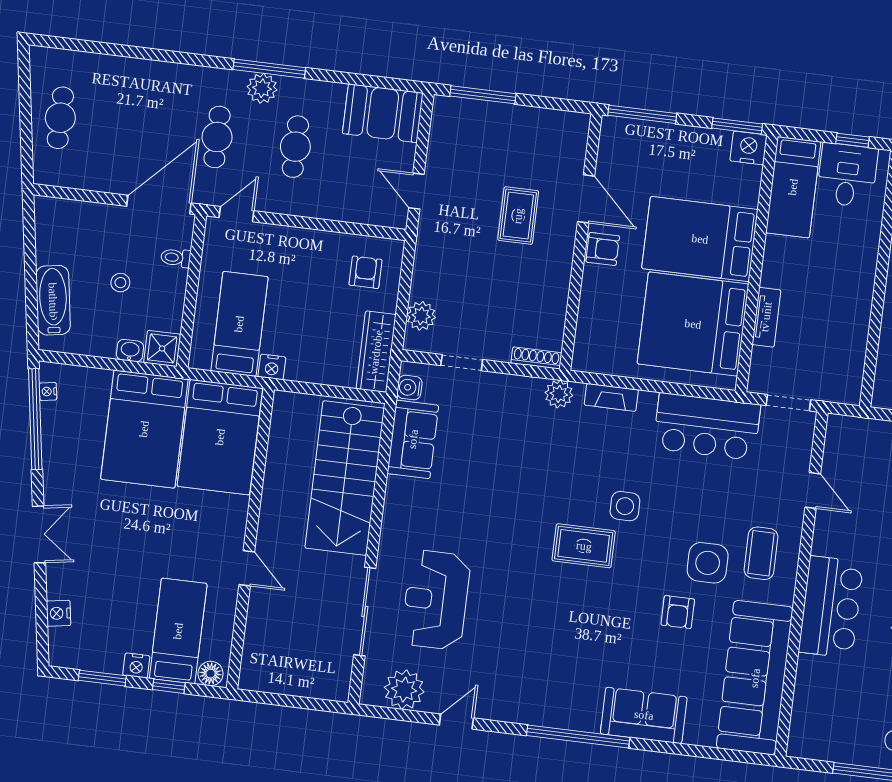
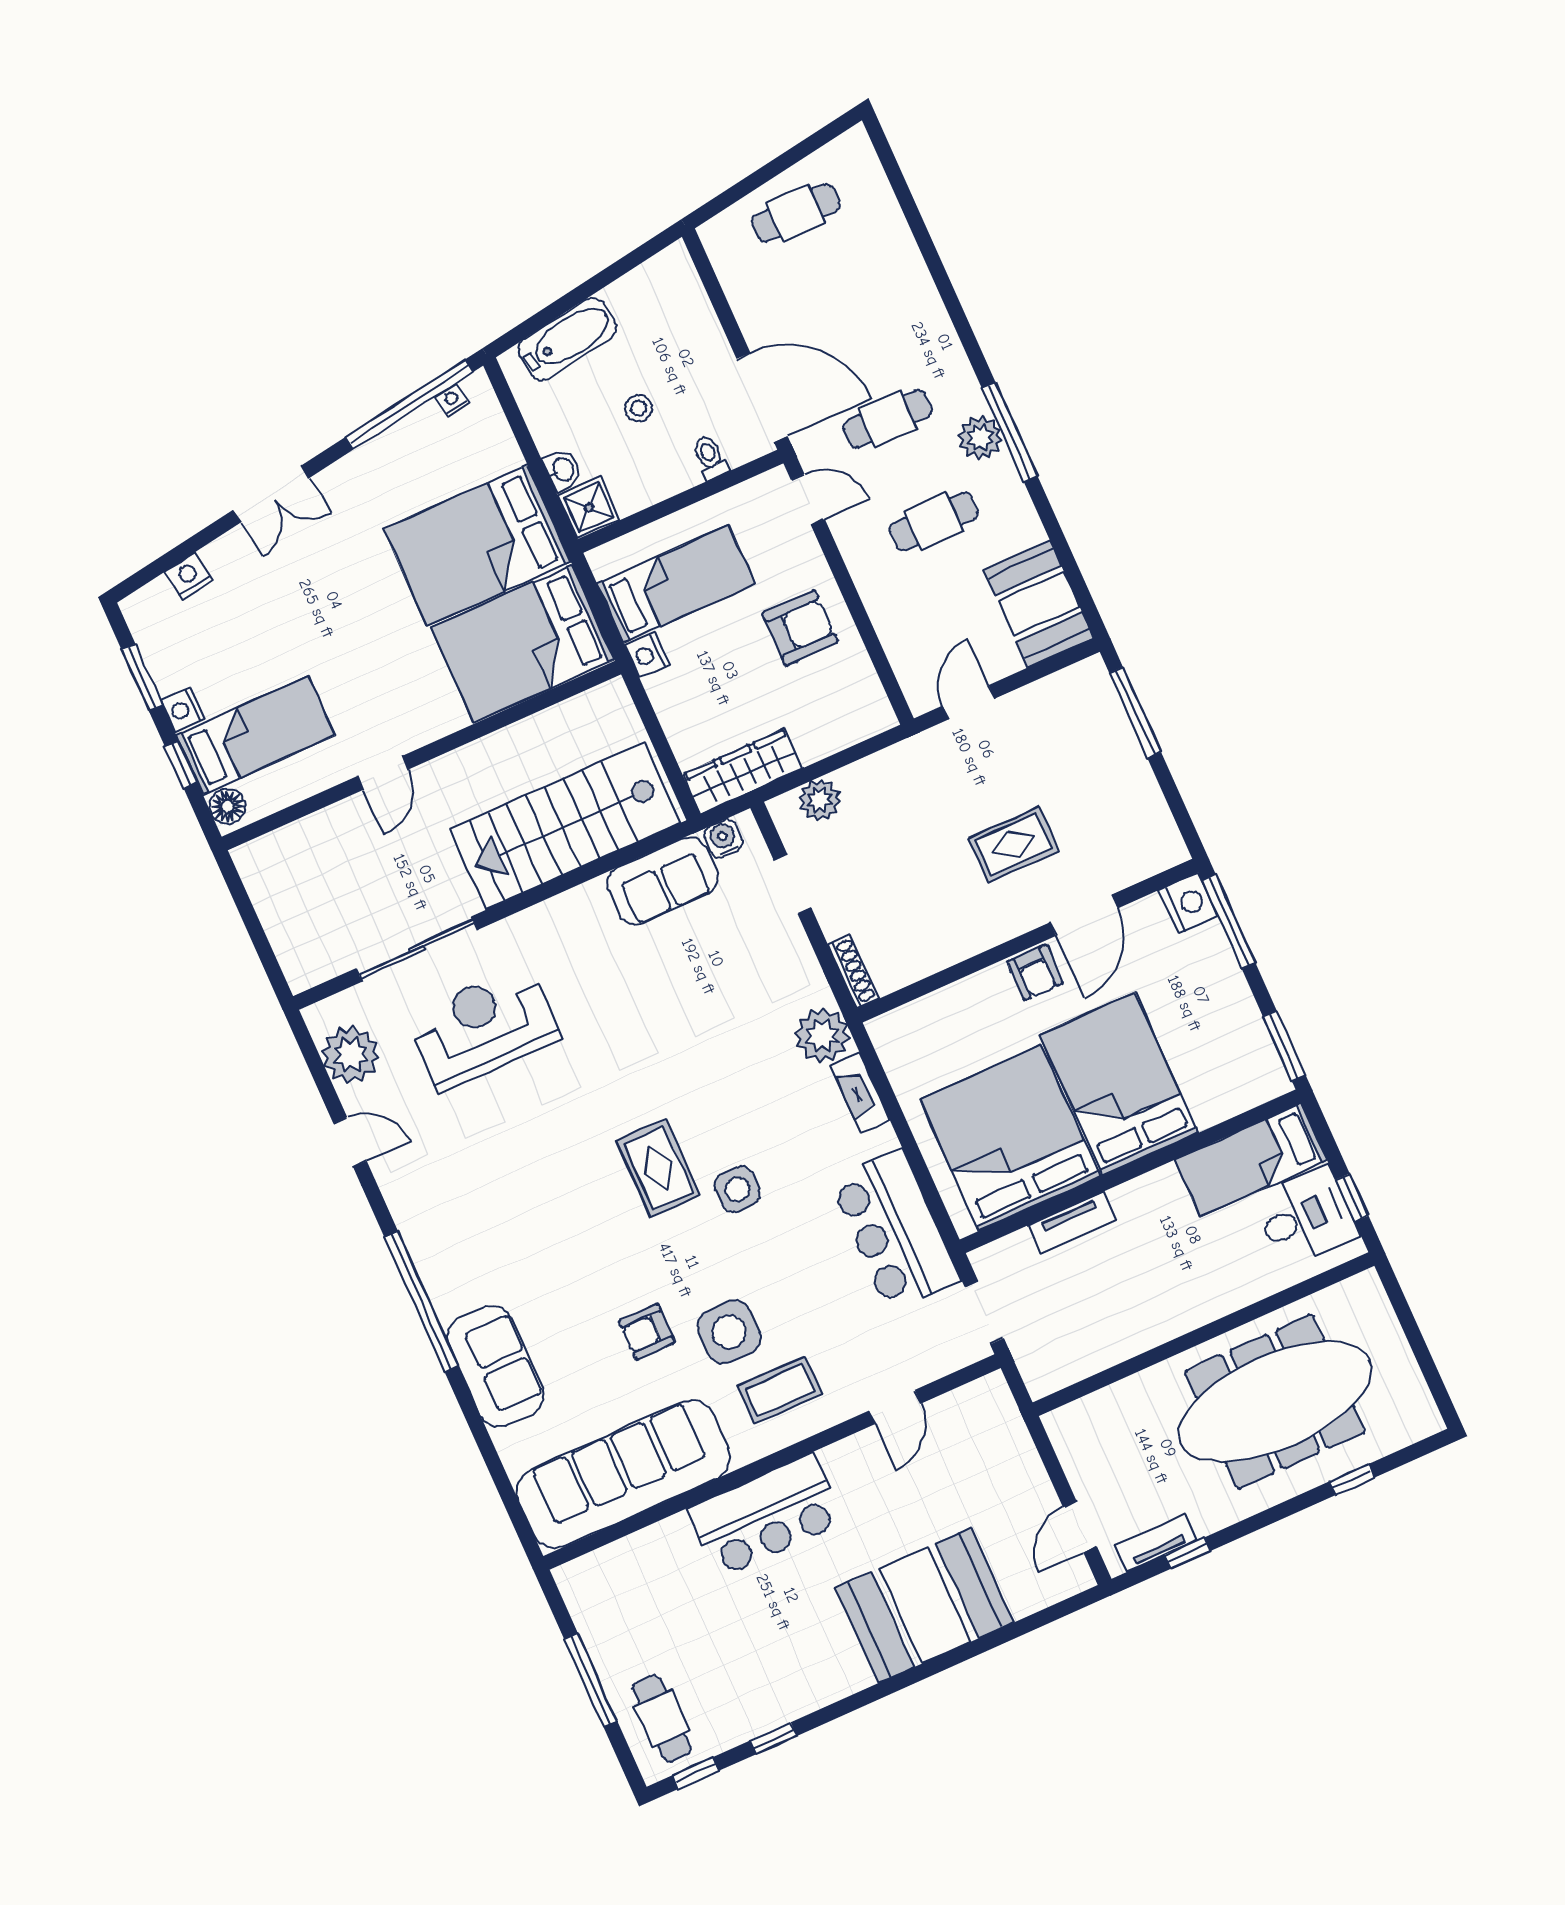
nightstand: (749, 148) -> (1189, 903), moved
armchair: (365, 272) -> (800, 628), moved, width x1.38, depth x1.38
plant: (559, 394) -> (822, 1035), width x1.36, depth x1.36

